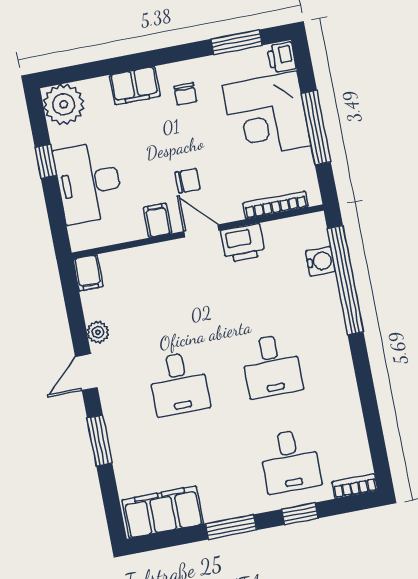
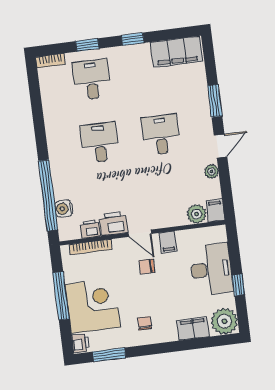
filing cabinet: (135, 86) -> (193, 329), moved
printer: (278, 233) -> (90, 229), added
plant: (117, 266) -> (197, 214), added
window: (231, 527) -> (133, 39), width x0.67

